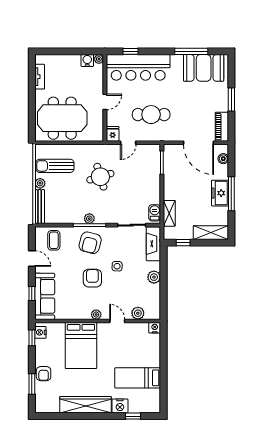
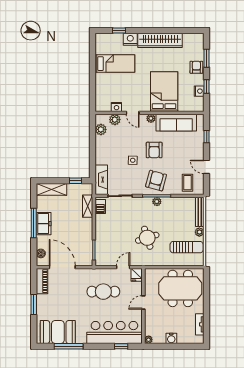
water cooler: (87, 60) -> (171, 338), moved
plant: (154, 277) -> (101, 129), moved
sofa: (45, 296) -> (176, 123), moved, turned -90
nightstand: (155, 328) -> (116, 107), moved
nightstand: (40, 332) -> (199, 91), moved
window: (32, 338) -> (207, 87), moved

